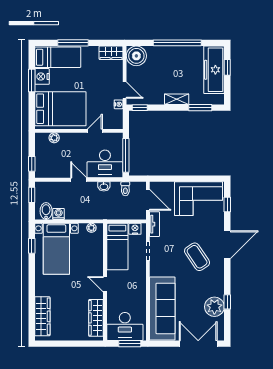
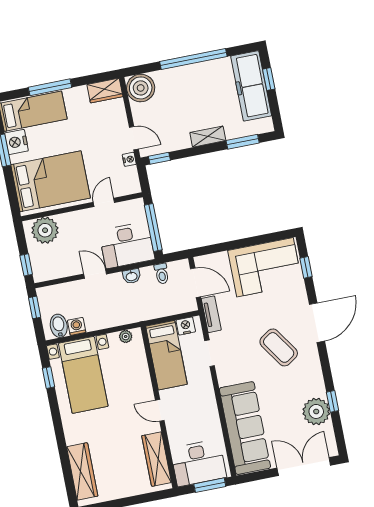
plant: (54, 138) -> (45, 230), width x1.87, depth x1.87

